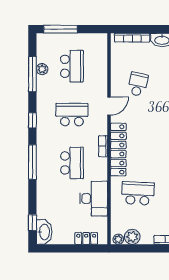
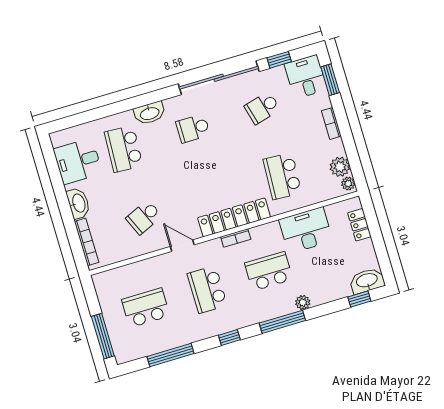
plant: (42, 69) -> (303, 302), moved
school desk: (138, 84) -> (144, 217), turned -36

